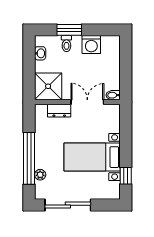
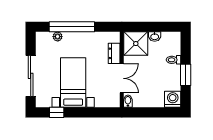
window: (69, 30) -> (186, 75), moved
washing machine: (91, 45) -> (173, 99), moved, turned 90
washbasin: (40, 53) -> (155, 37), moved
sliding door: (68, 205) -> (31, 76), moved

